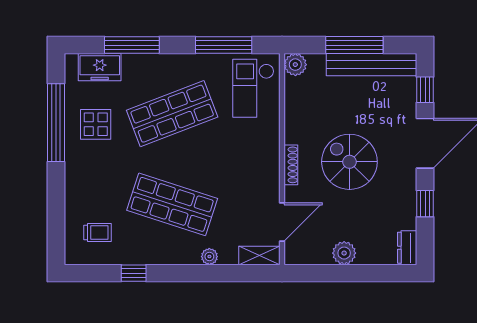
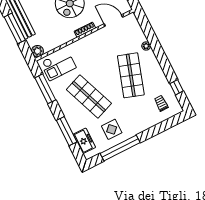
shelving: (259, 256) -> (134, 23), removed
window: (134, 273) -> (177, 87), moved

